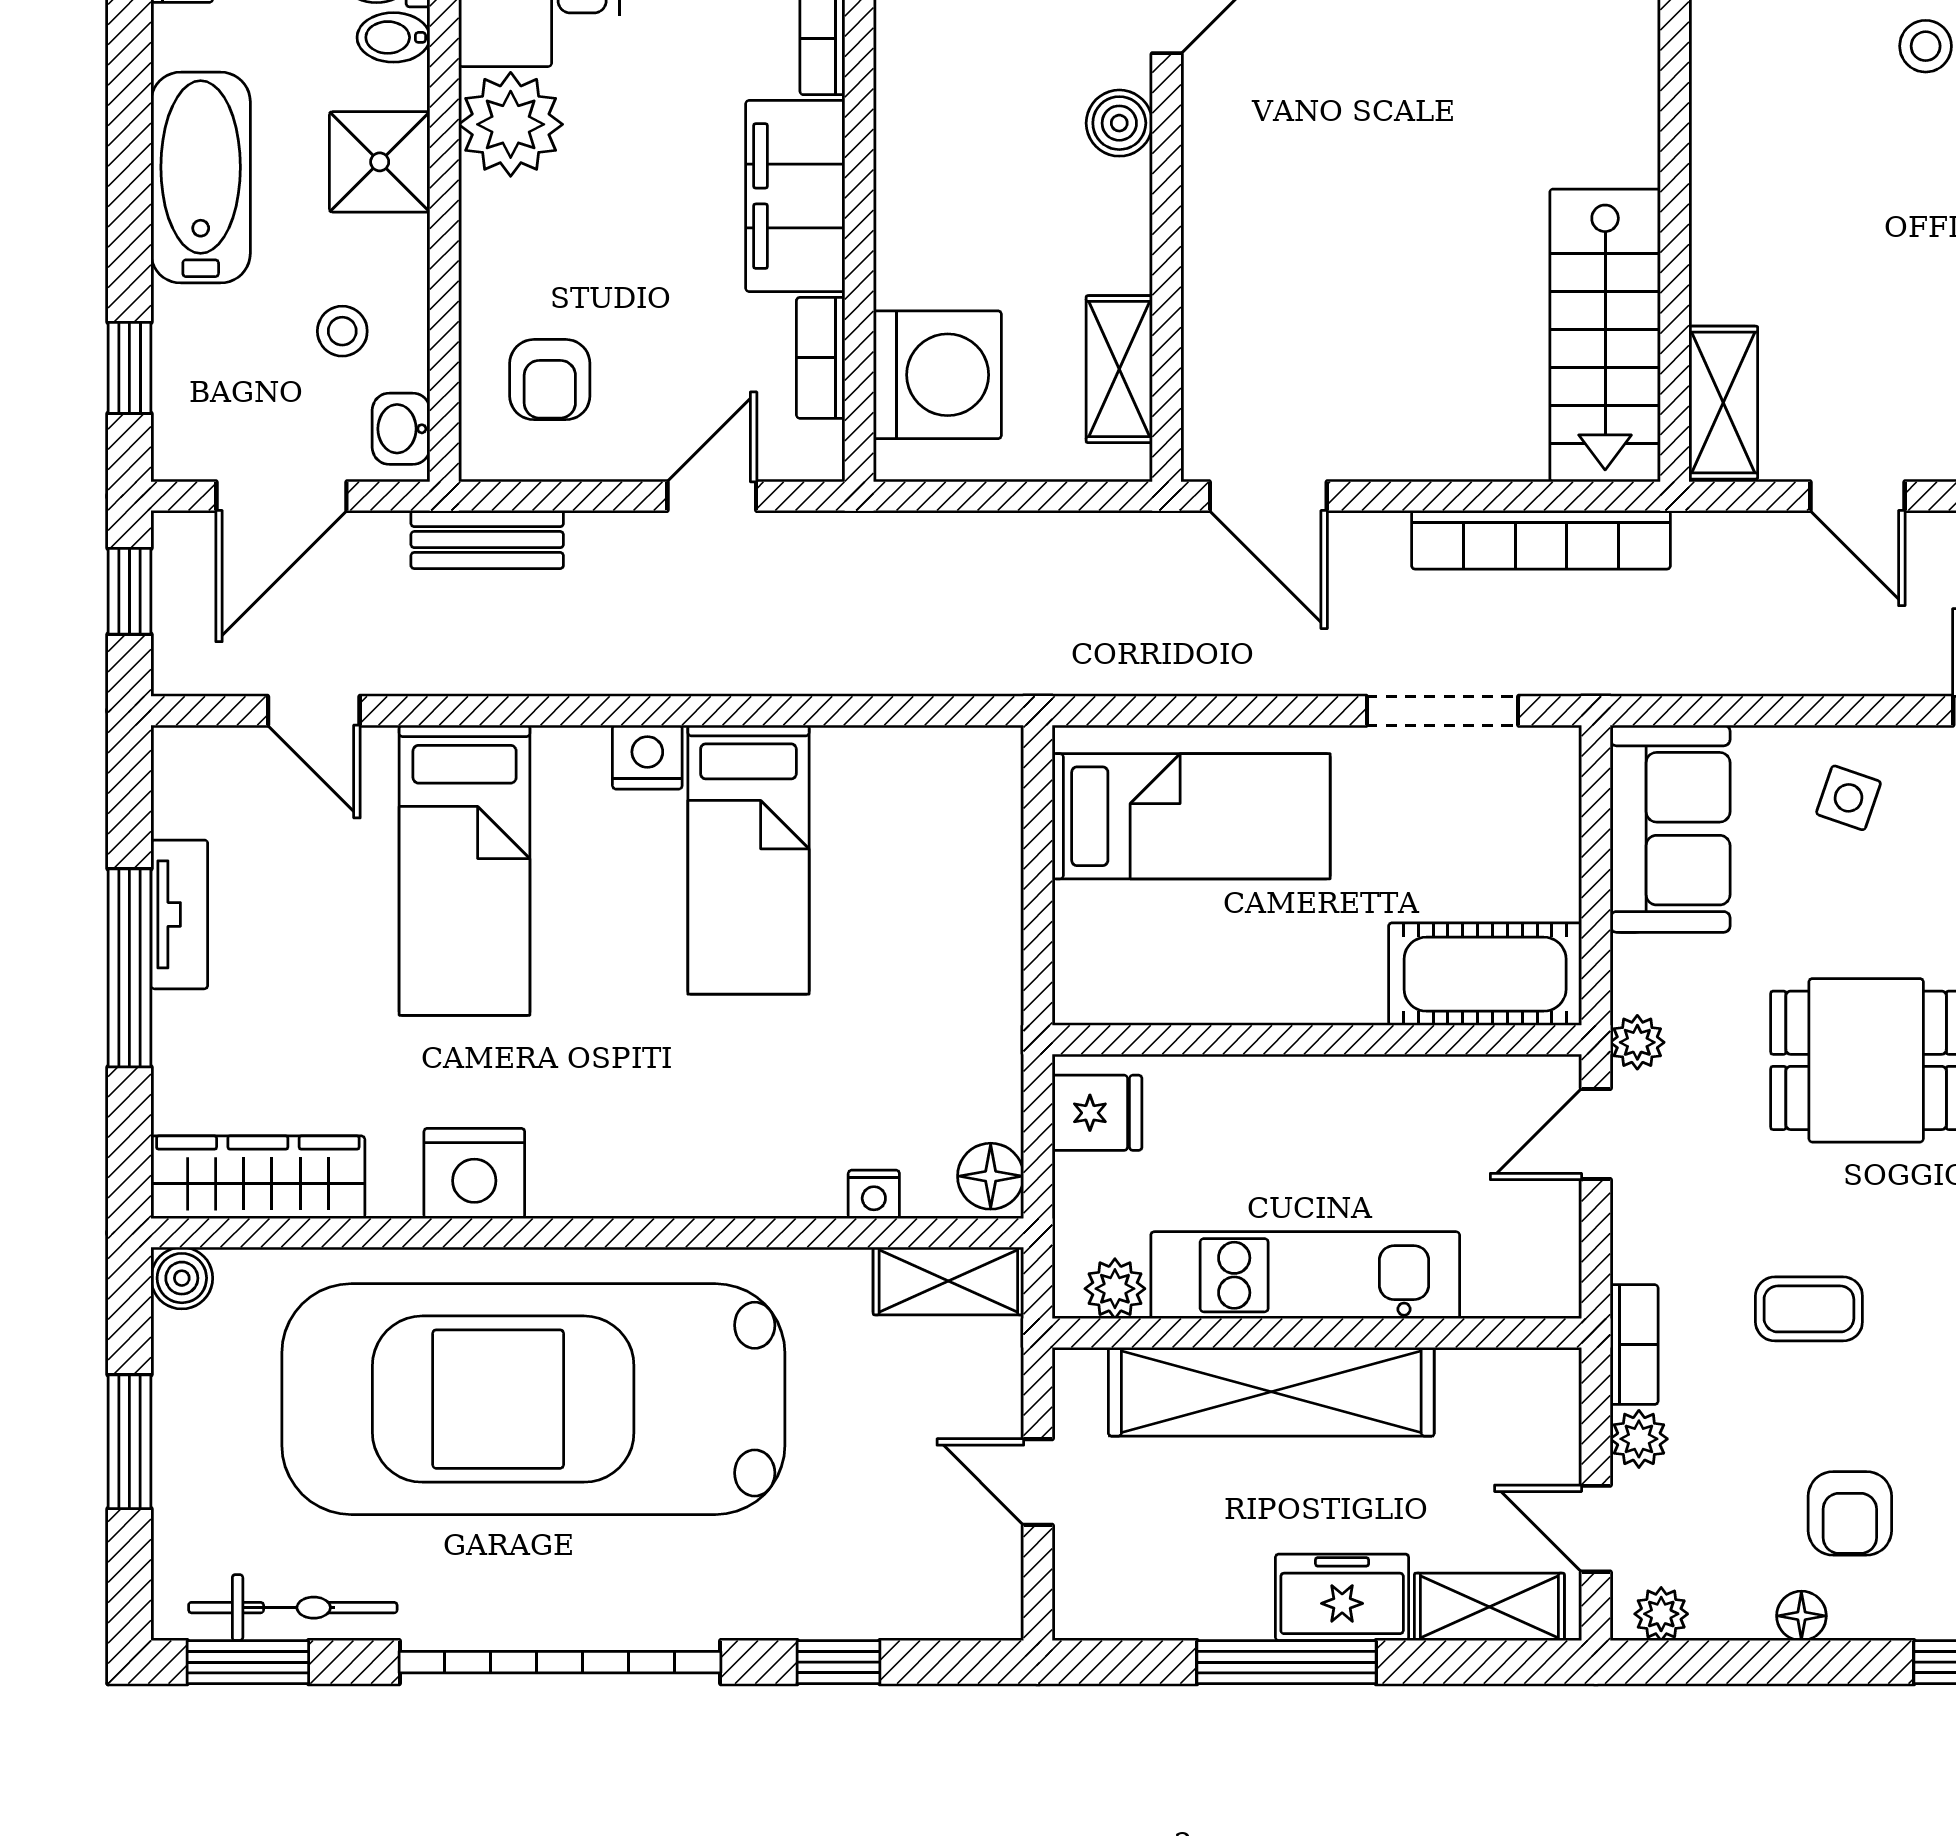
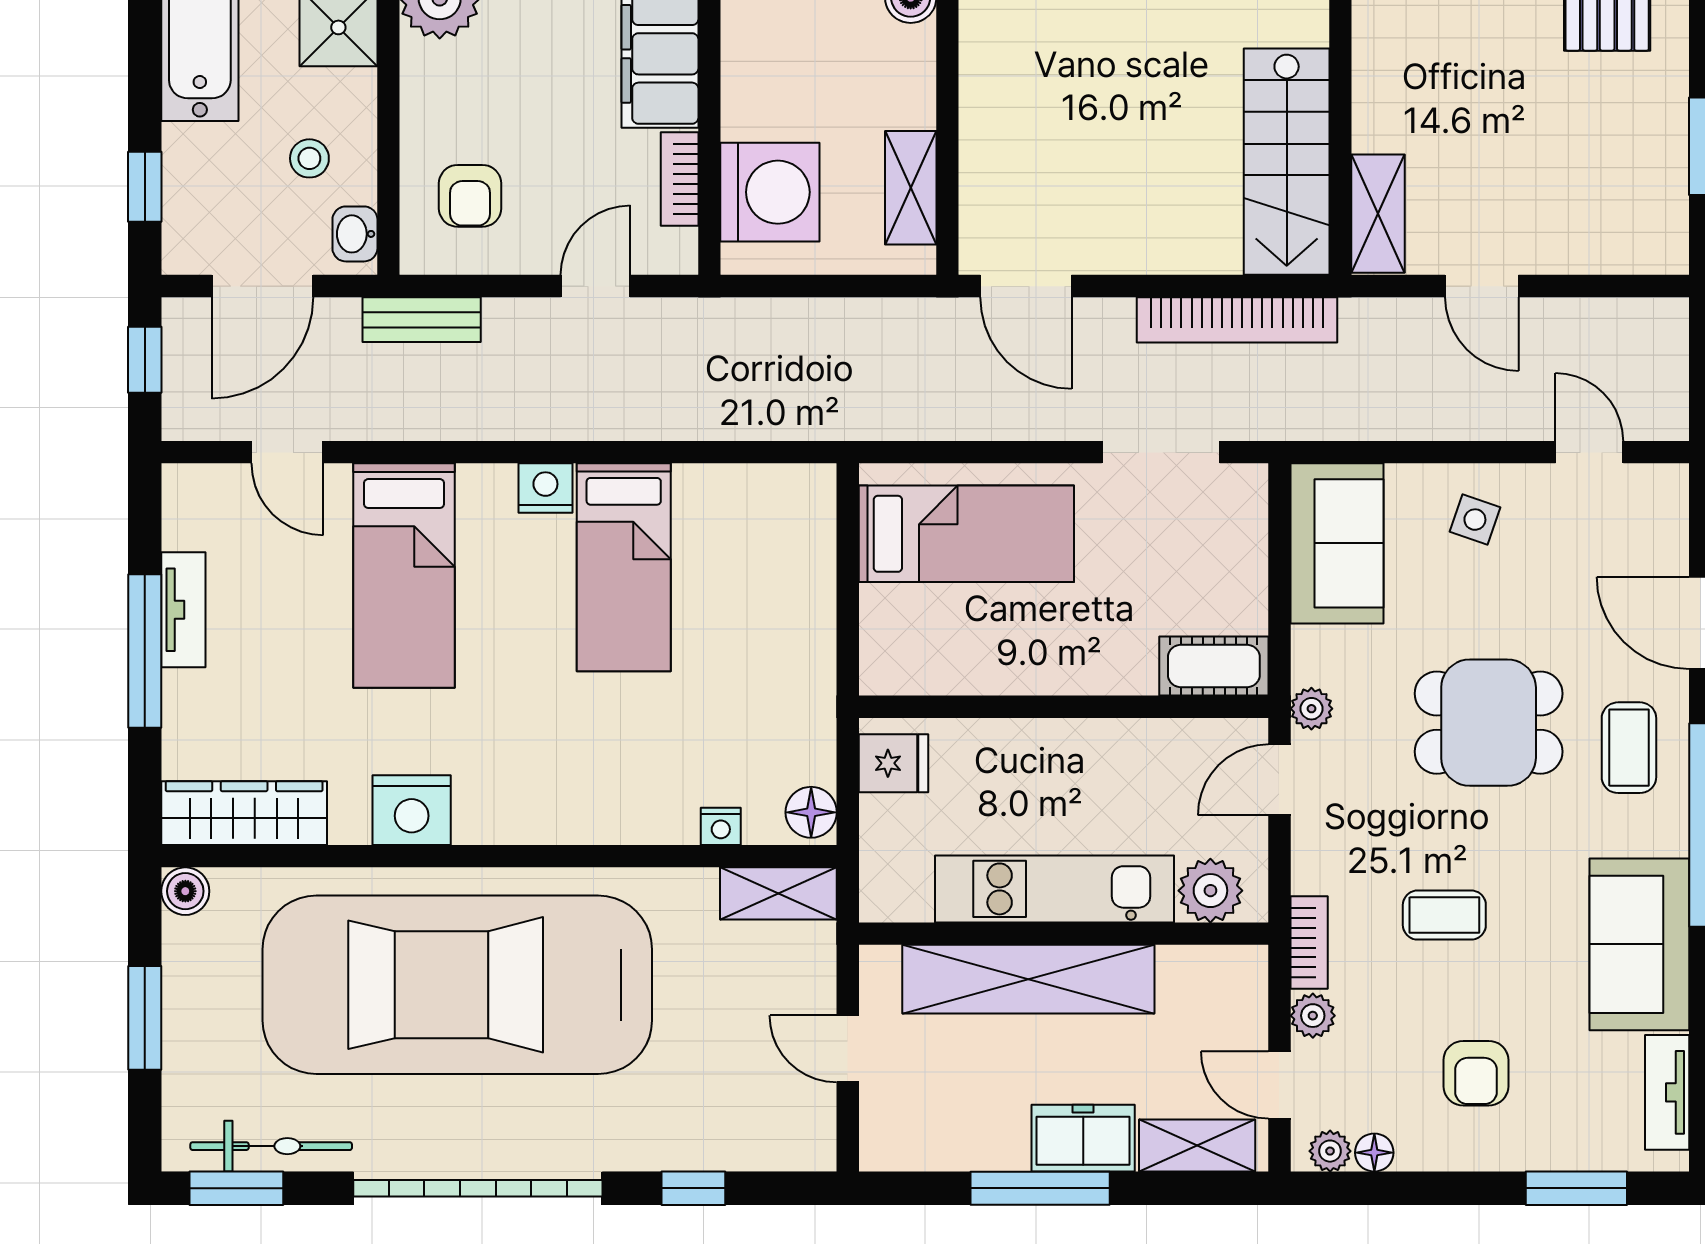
cot: (1485, 974) -> (1214, 666), width x0.73, depth x0.75
plant: (1115, 1289) -> (1210, 891), moved, width x1.38, depth x1.38
floor lamp: (1801, 1616) -> (1374, 1153), moved

